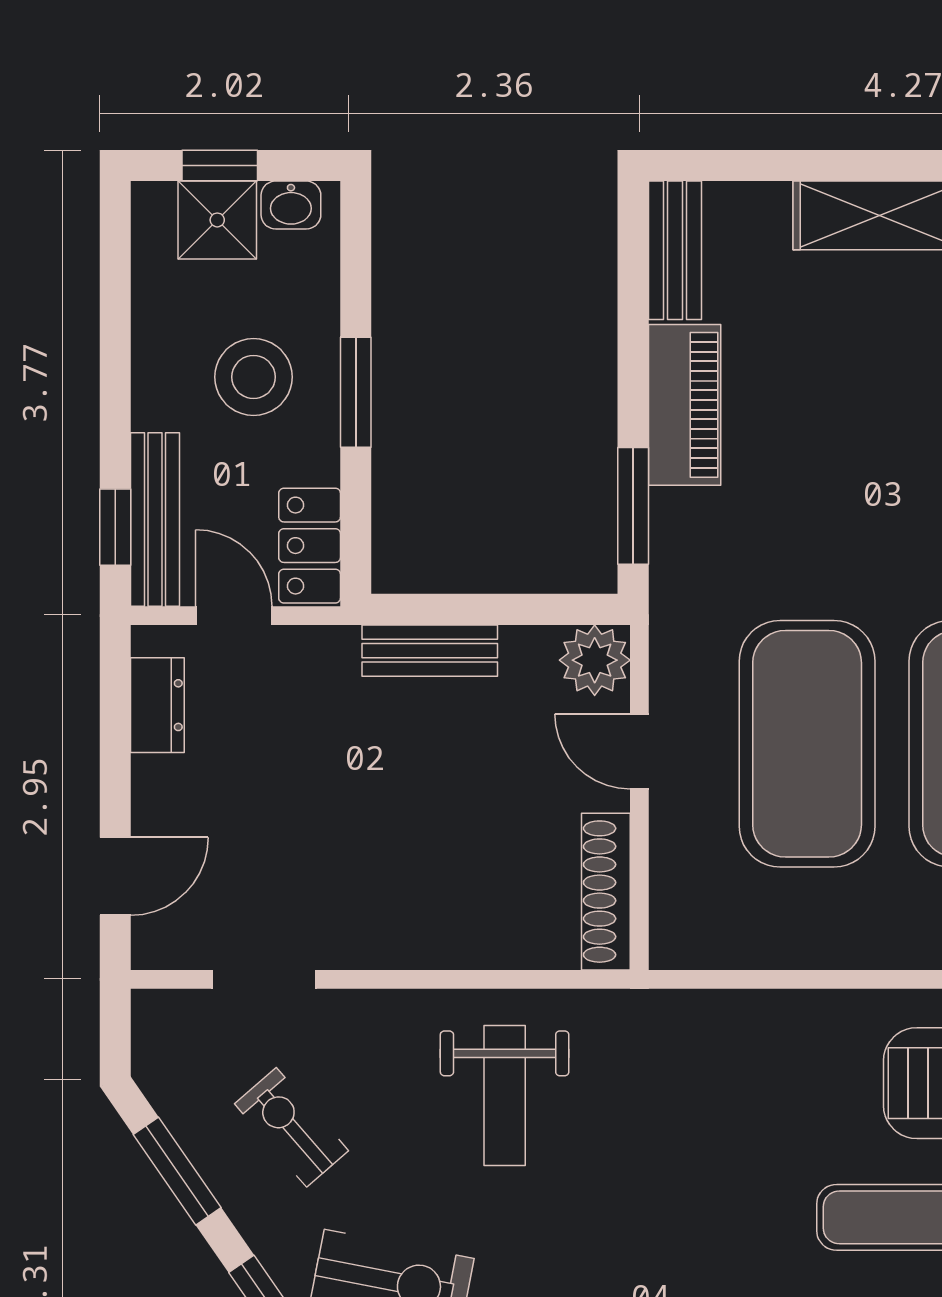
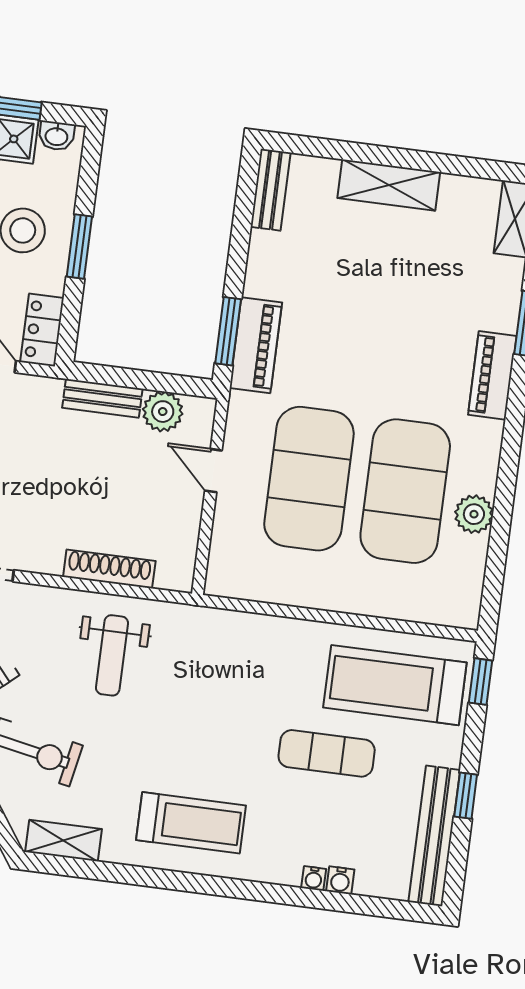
piano: (685, 405) -> (256, 345), moved
plant: (595, 660) -> (163, 412), moved
shoe rack: (606, 892) -> (109, 569), moved, turned 90

